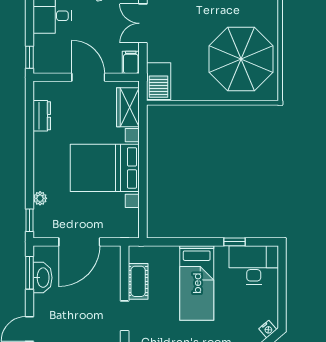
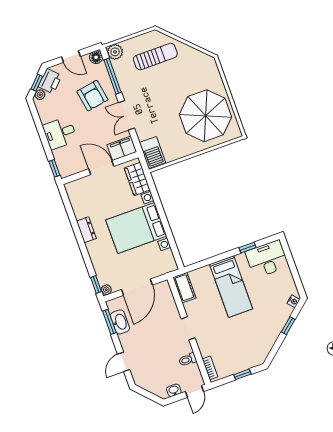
filing cabinet: (131, 62) -> (122, 148), width x2.00
dresser: (42, 116) -> (86, 230), moved
plant: (40, 198) -> (106, 290), moved
cot: (138, 281) -> (184, 288), moved

